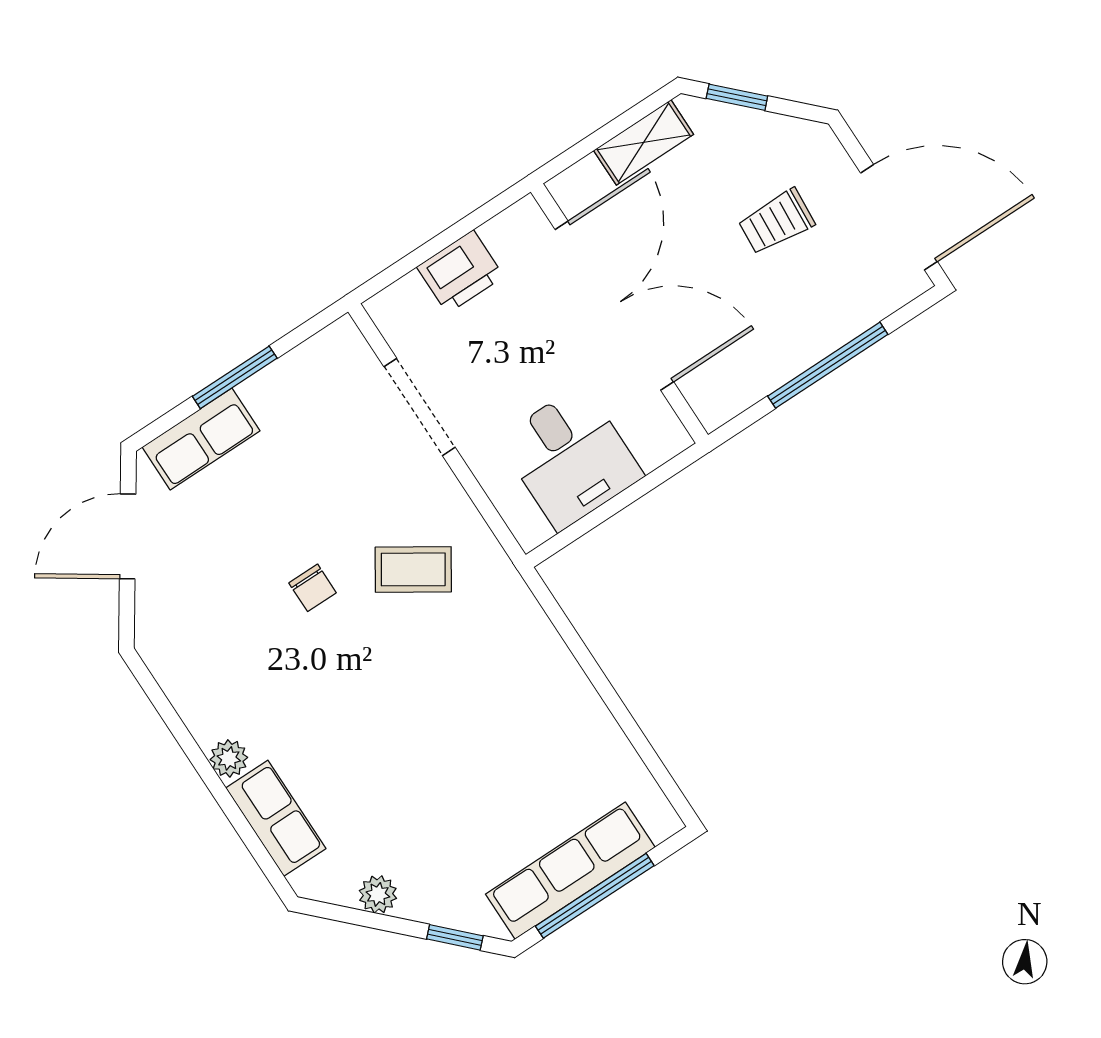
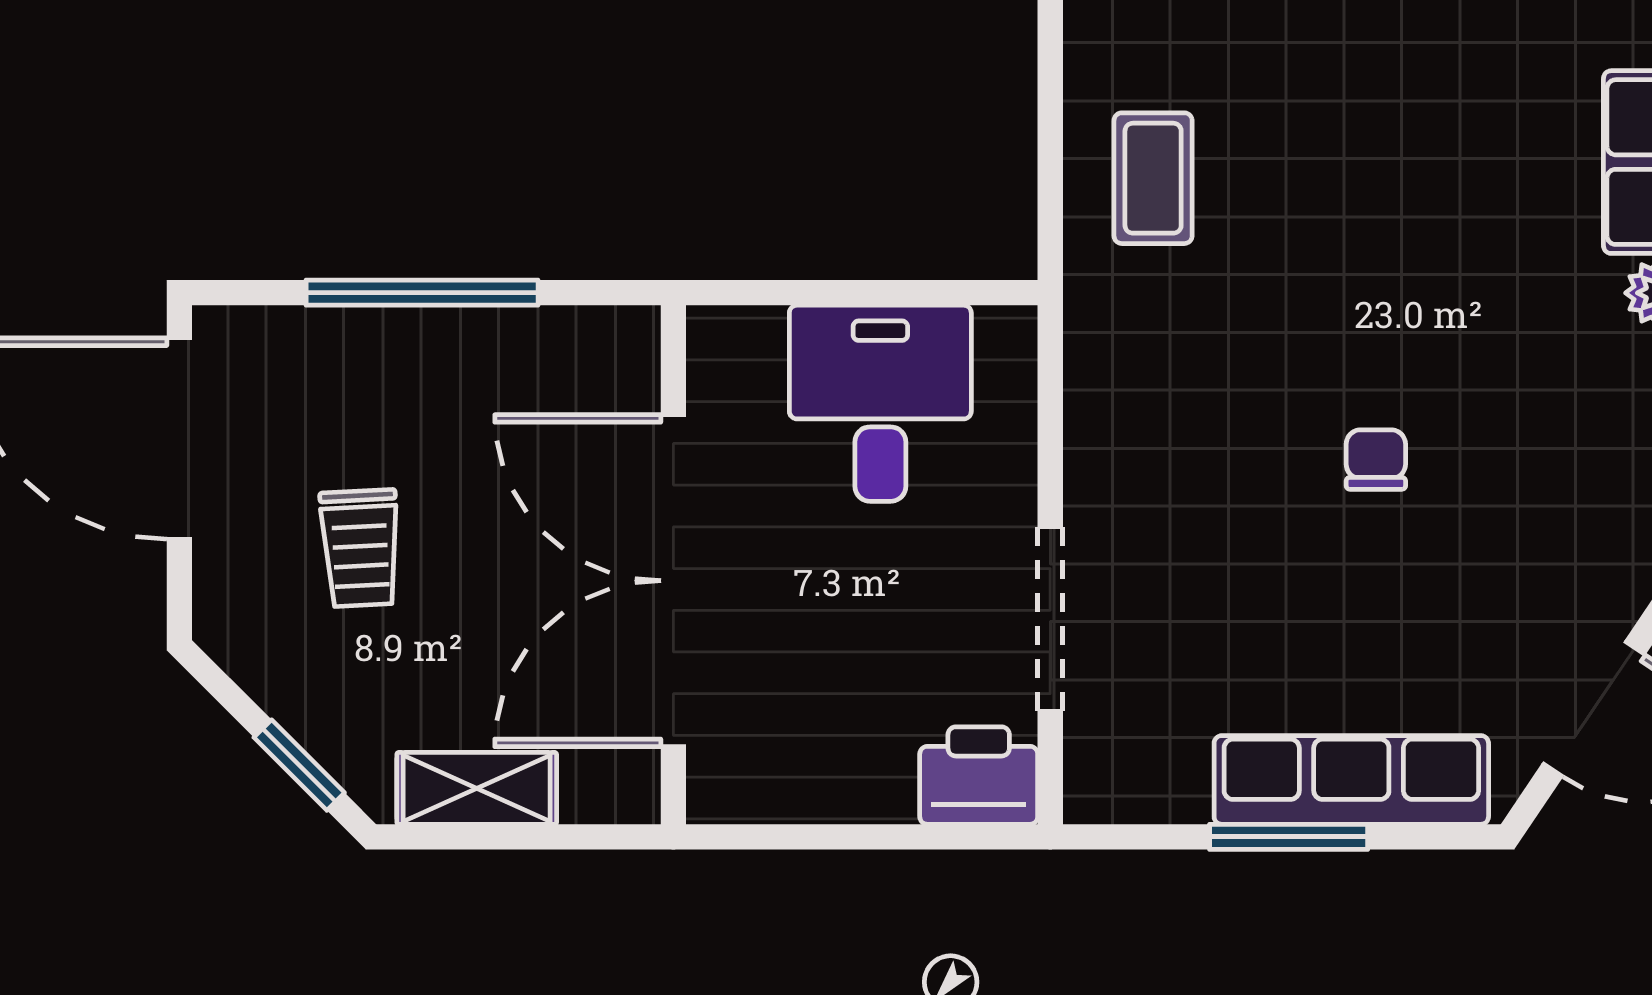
trolley: (776, 222) -> (360, 548), turned 83
printer: (460, 272) -> (979, 776), moved
row of seats: (201, 439) -> (1351, 780), width x1.48
coffee table: (413, 569) -> (1153, 178), moved, turned 57

